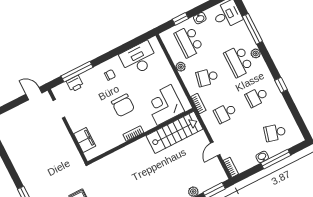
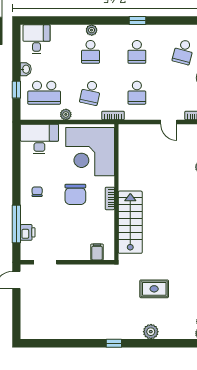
window: (252, 29) -> (64, 21), removed
desk: (139, 59) -> (39, 139), moved, turned 90
school desk: (239, 61) -> (91, 52), width x0.54
chair: (123, 105) -> (75, 194), turned 90
corner desk: (164, 105) -> (90, 152), width x1.36, depth x1.36
stairs: (175, 132) -> (130, 222), moved
filing cabinet: (85, 140) -> (97, 252), width x0.50

